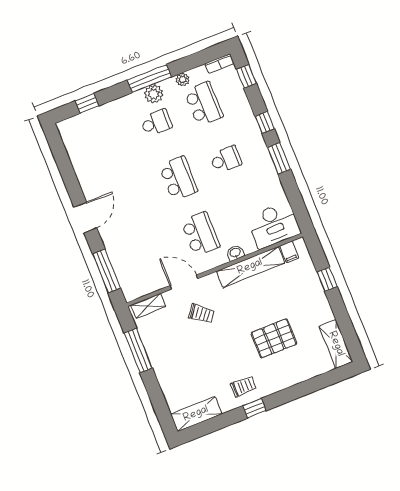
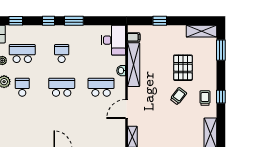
trolley: (201, 314) -> (178, 96), moved
window: (320, 382) -> (221, 50), added

